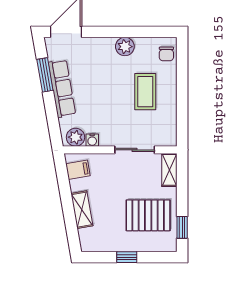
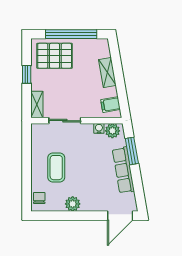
window: (45, 75) -> (132, 151), moved
pallet: (148, 215) -> (55, 56), moved
window: (182, 227) -> (27, 74), moved
window: (127, 257) -> (71, 34), width x3.17

